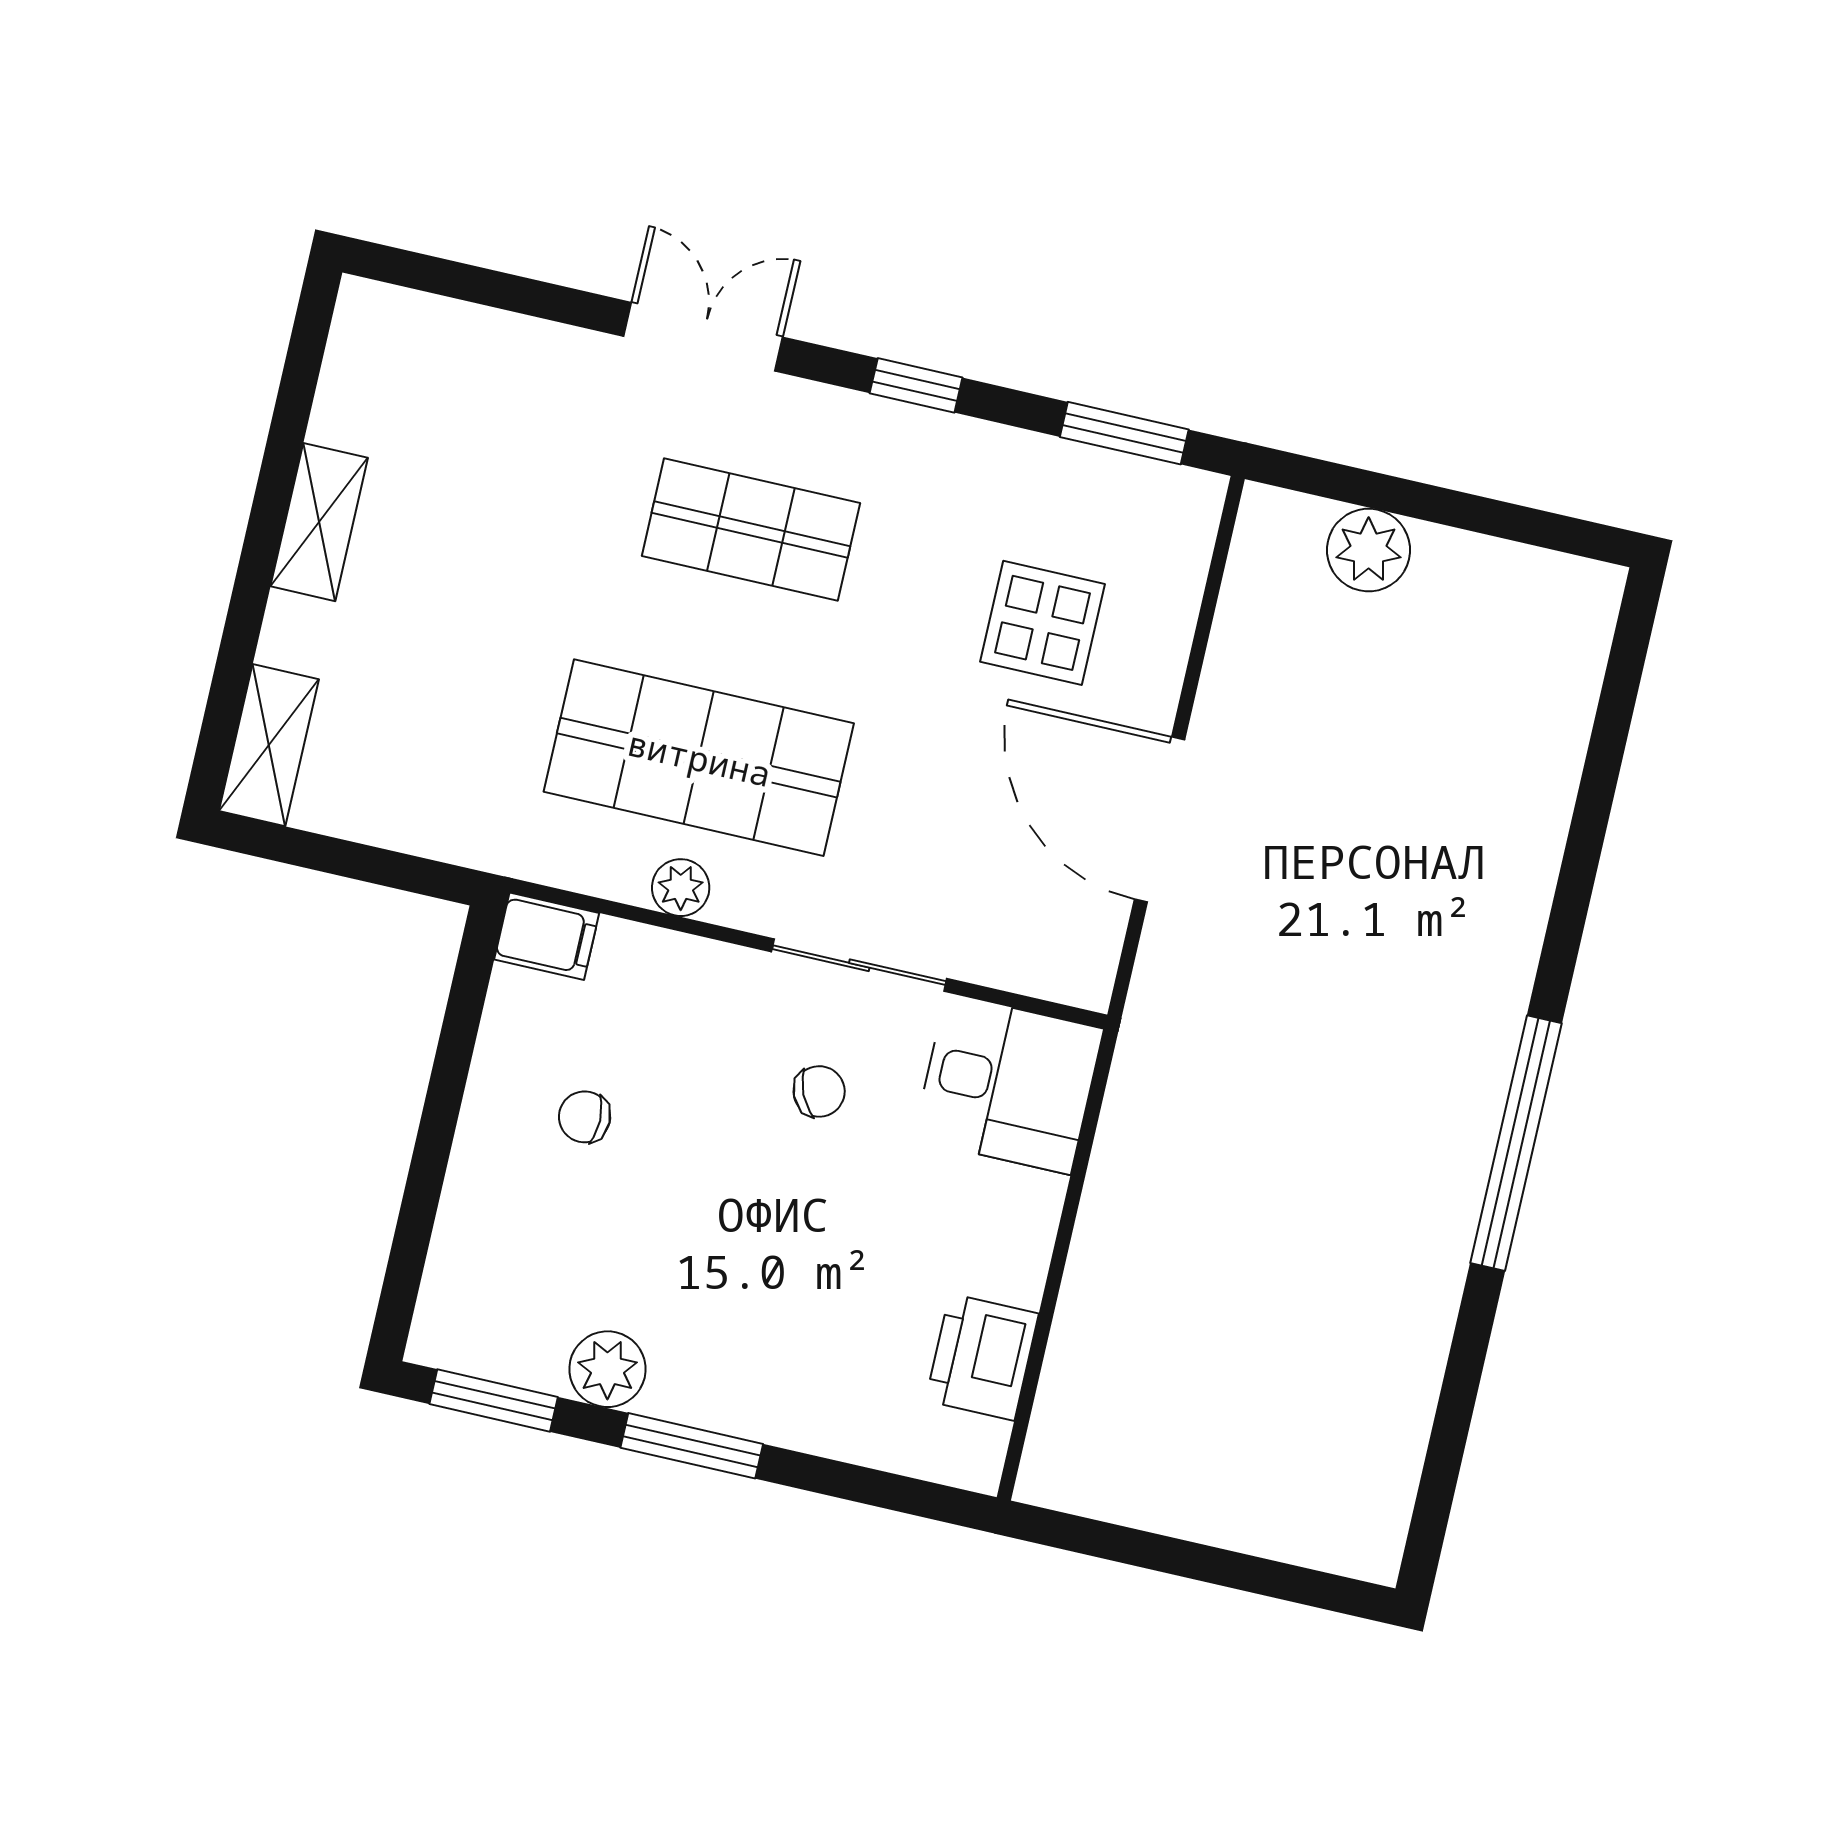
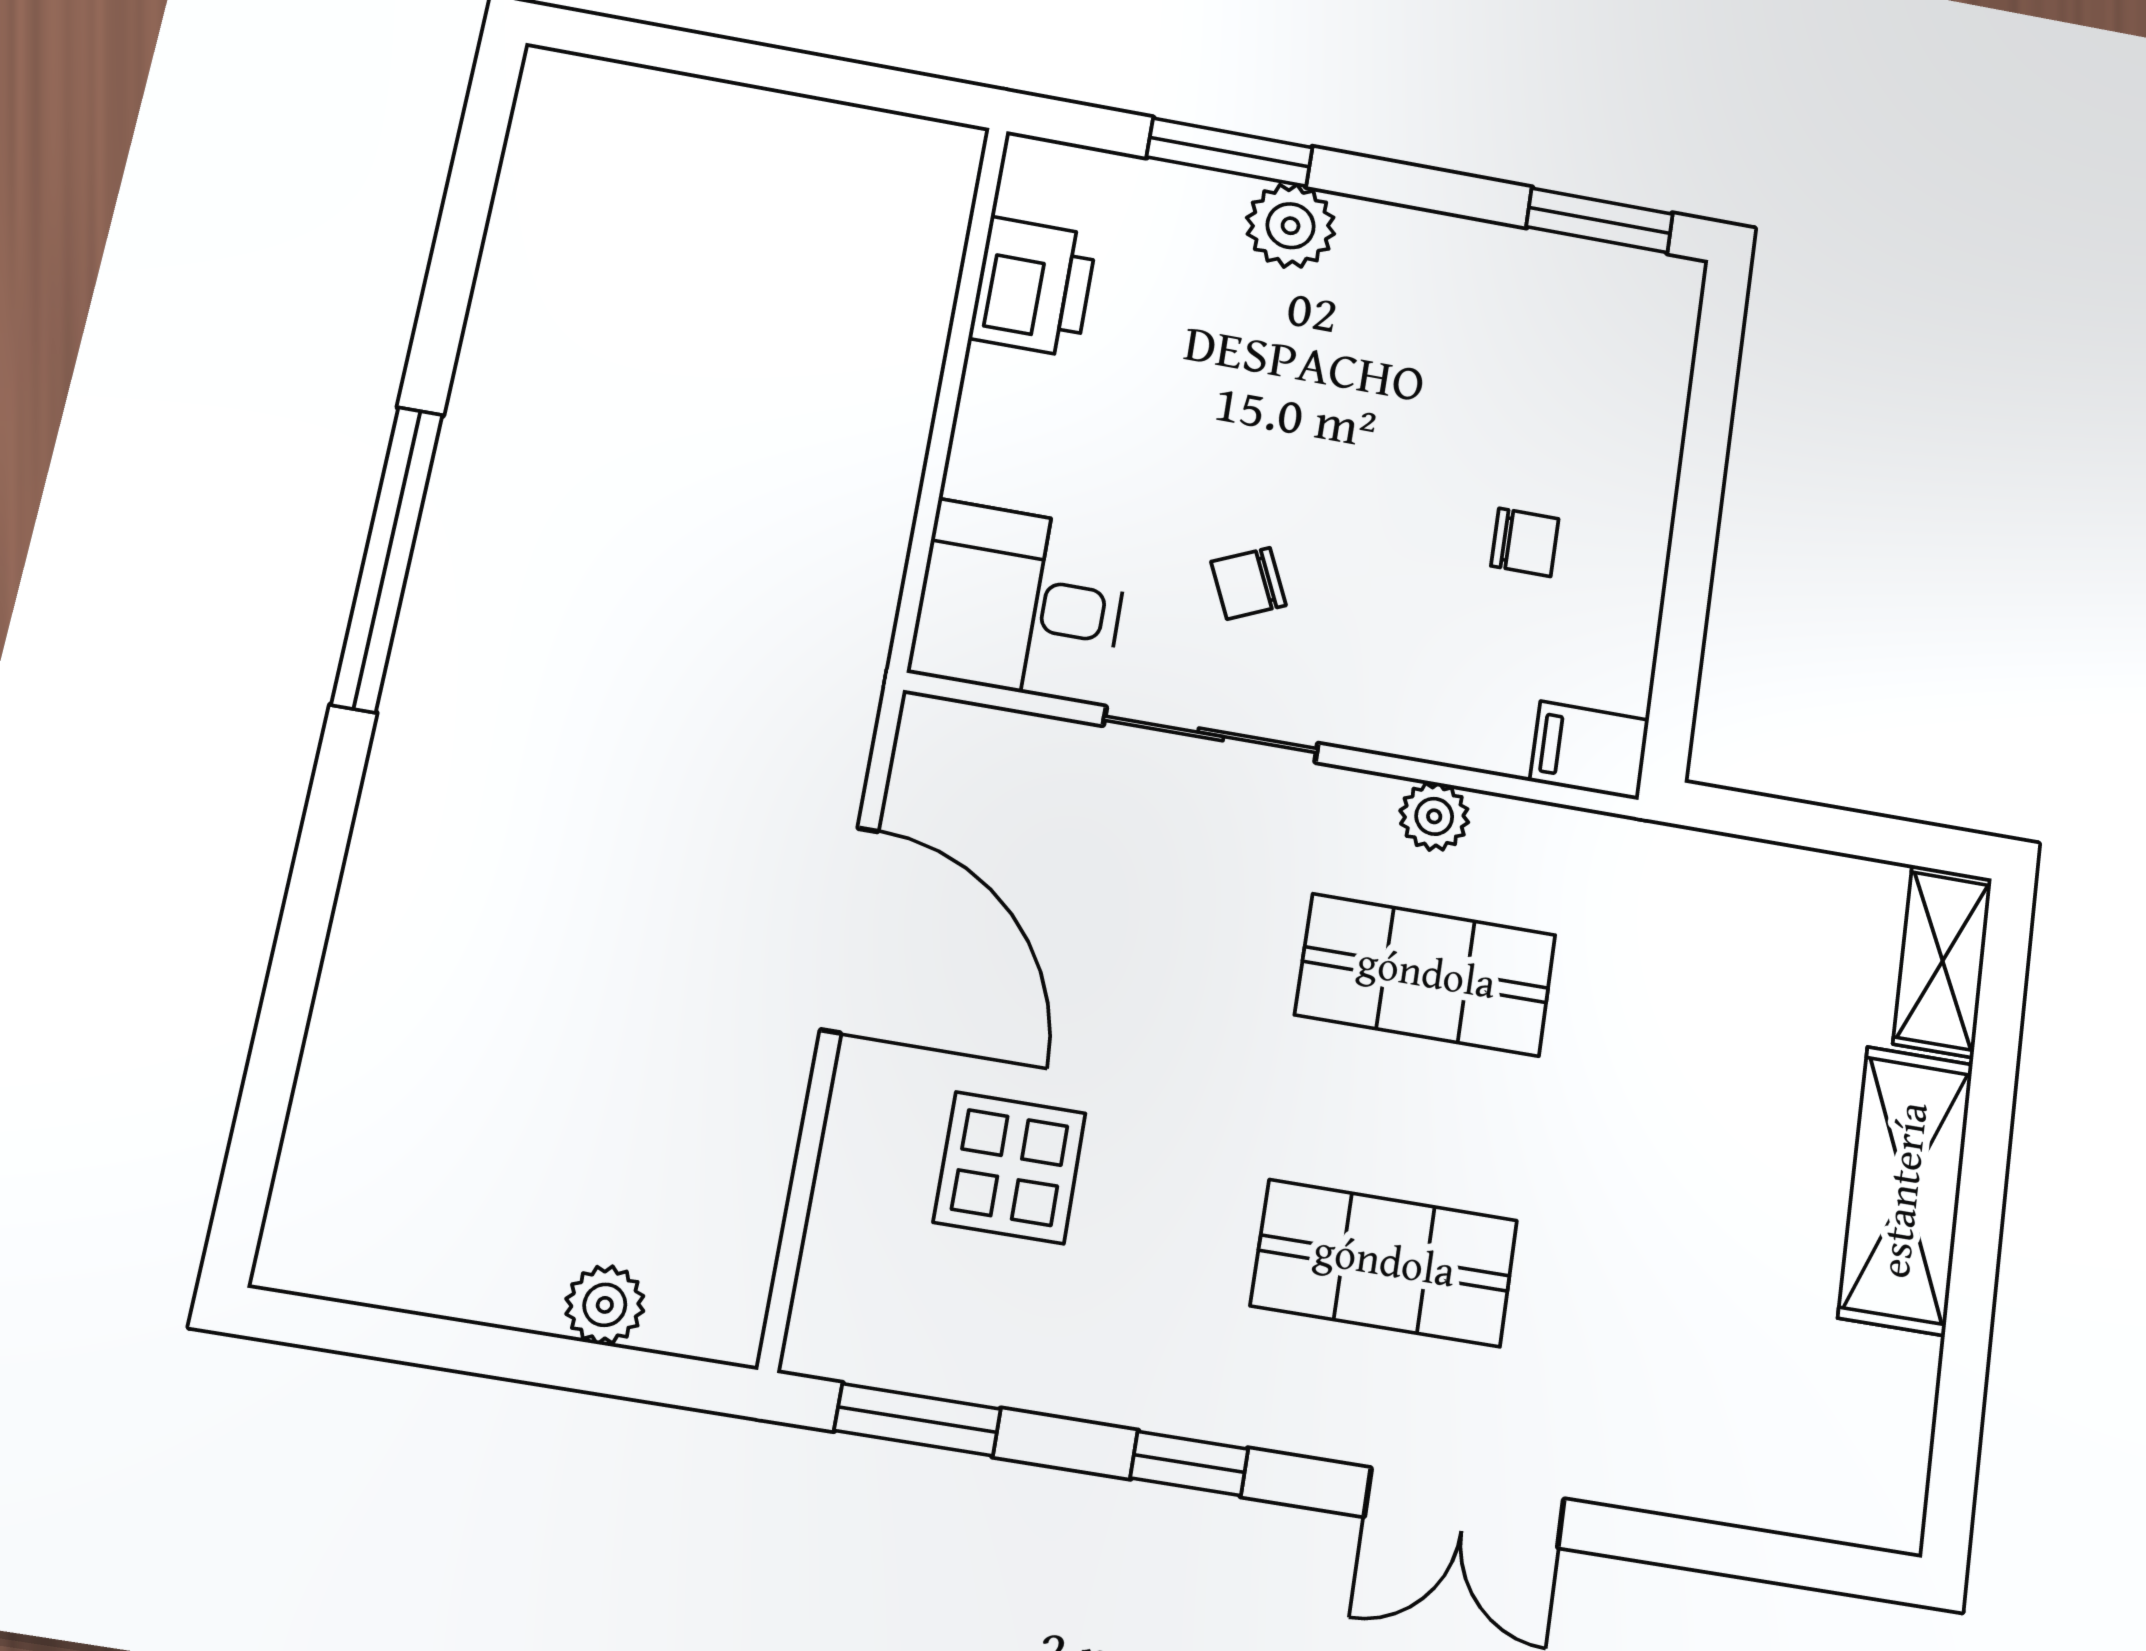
shelving: (319, 522) -> (1906, 1190), width x1.50, depth x1.33
plant: (1369, 550) -> (605, 1305), width x0.73, depth x0.73
shop shelf: (699, 758) -> (1426, 975), width x0.70, depth x0.74
plant: (607, 1369) -> (1291, 226), moved
window: (692, 1446) -> (1230, 152), moved

